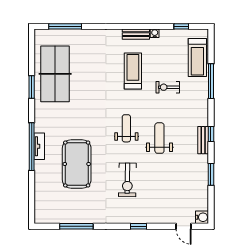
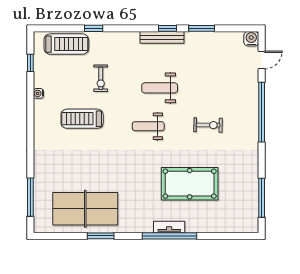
bench: (136, 34) -> (39, 115), removed
window: (211, 81) -> (94, 28), width x0.46
window: (211, 134) -> (167, 28), moved
bench: (203, 140) -> (162, 37), width x1.36
exercise bike: (127, 180) -> (208, 125), width x0.73, depth x0.72
window: (76, 226) -> (262, 198), moved
window: (139, 226) -> (262, 112), width x3.17

